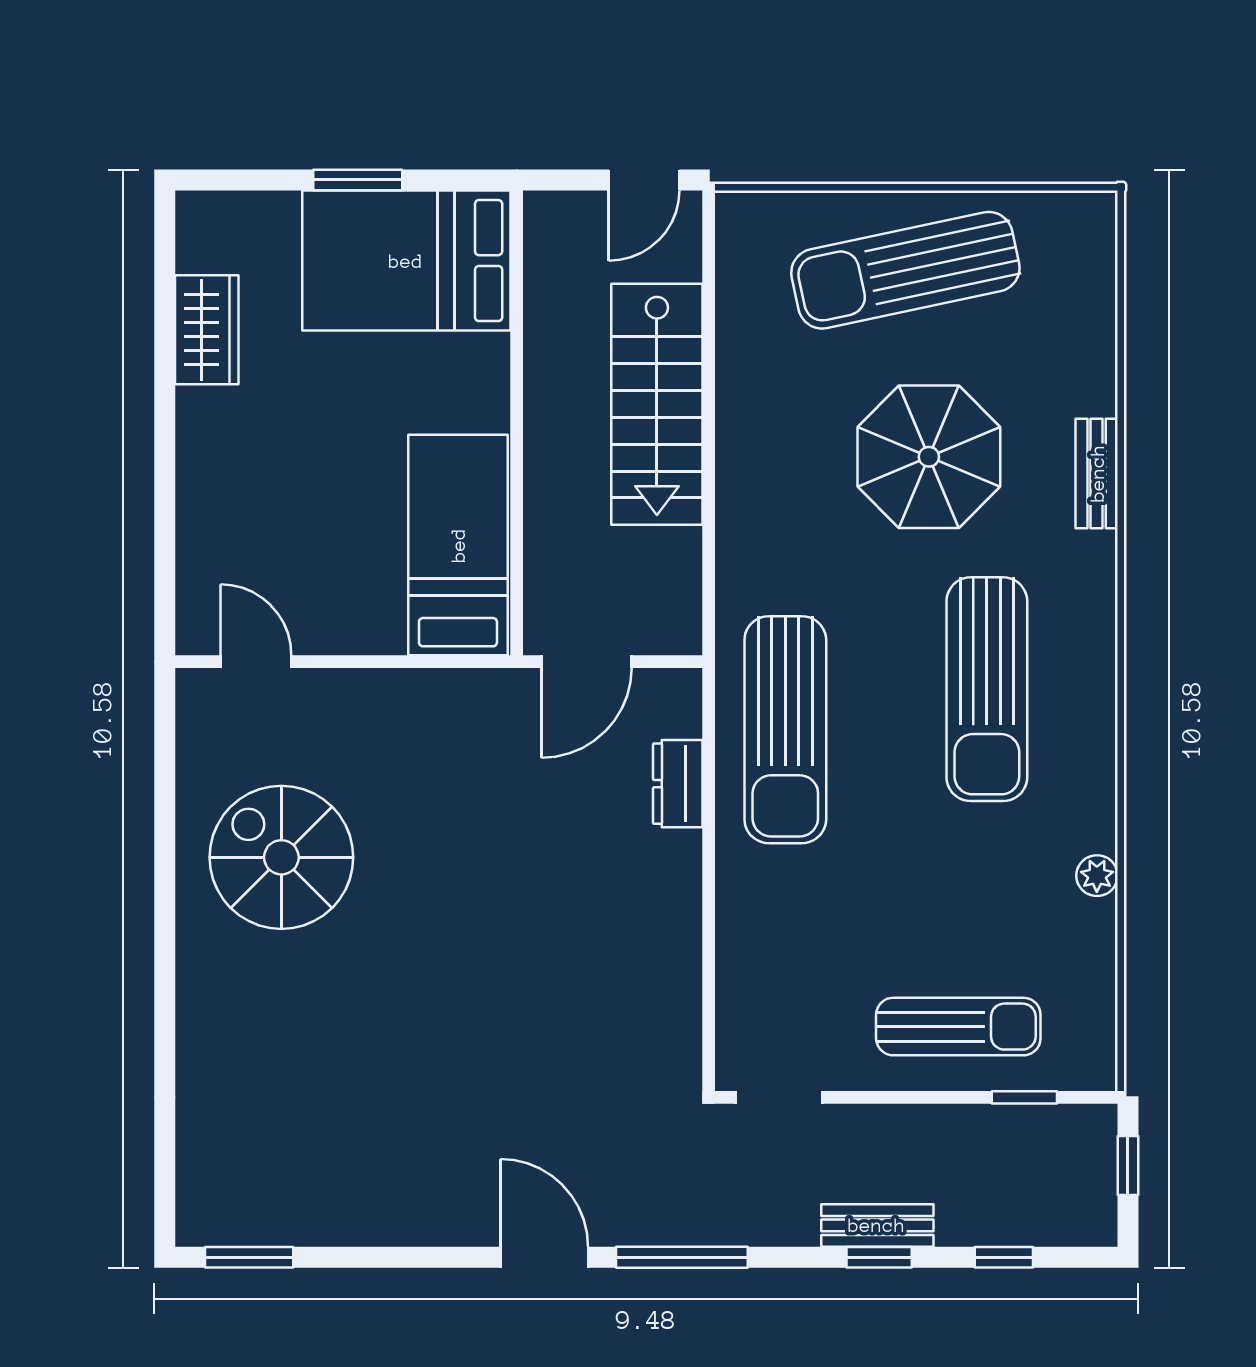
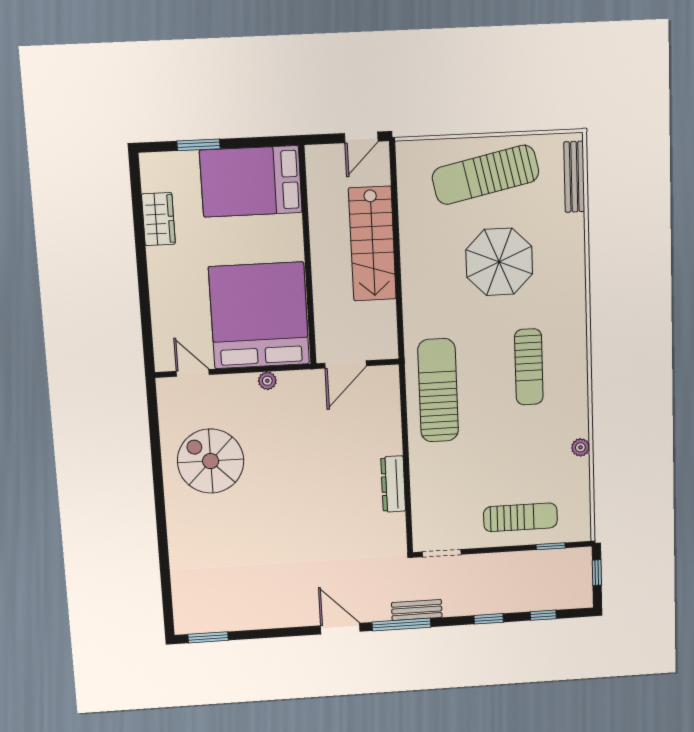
window: (358, 180) -> (199, 145), moved
bench: (1097, 473) -> (574, 177), moved, width x1.36
bed: (458, 545) -> (259, 315), width x2.04
plant: (415, 688) -> (267, 381), added
sun lounger: (987, 689) -> (529, 367), width x0.73, depth x0.75
sun lounger: (785, 730) -> (438, 390), turned 180
dresser: (678, 784) -> (393, 484), moved, width x1.44
bench: (877, 1225) -> (417, 610), moved

